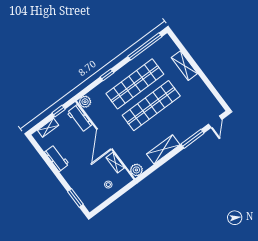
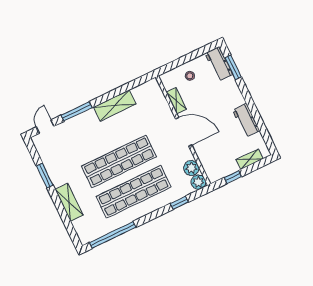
window: (107, 75) -> (179, 203), moved
window: (208, 83) -> (45, 175), added
workbench: (80, 119) -> (219, 64), moved, turned 180
door: (105, 139) -> (184, 132), hinge flipped
plant: (136, 170) -> (191, 168), moved

